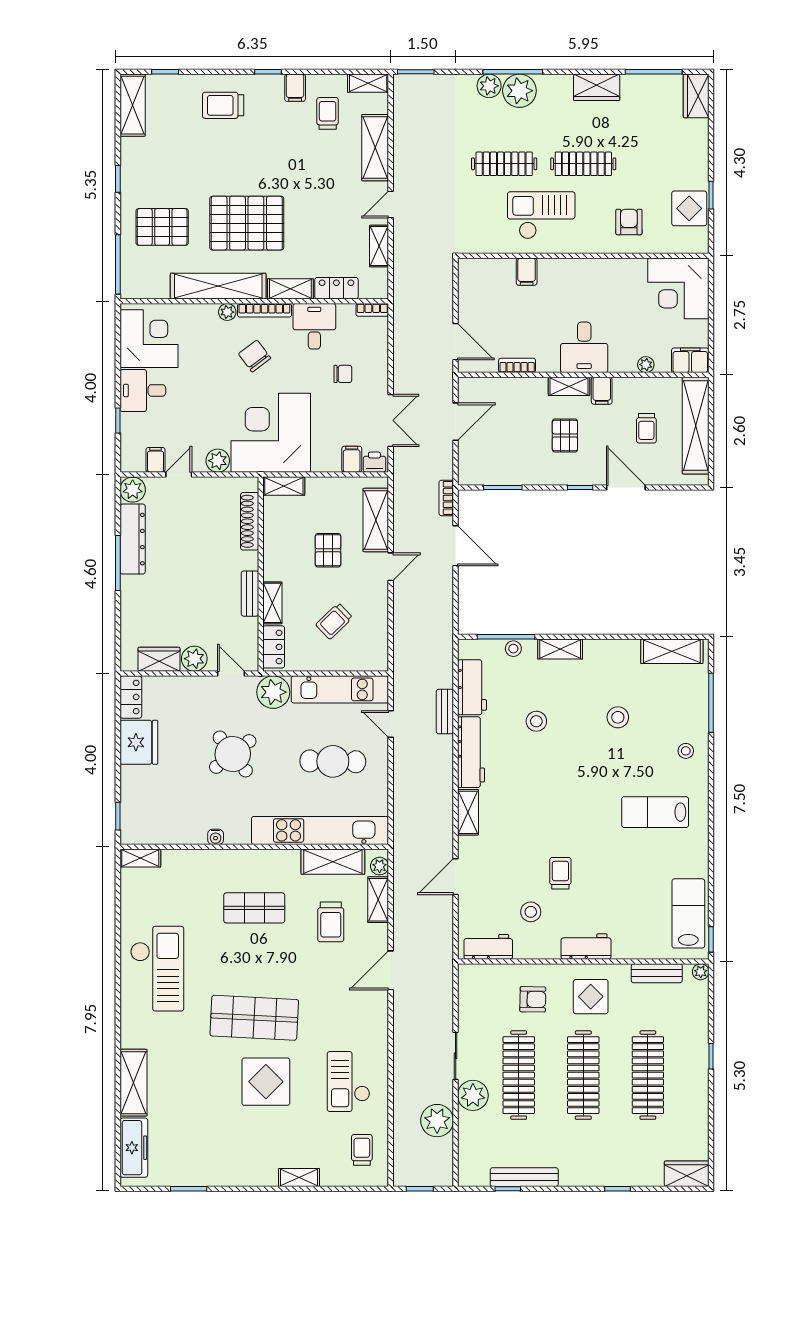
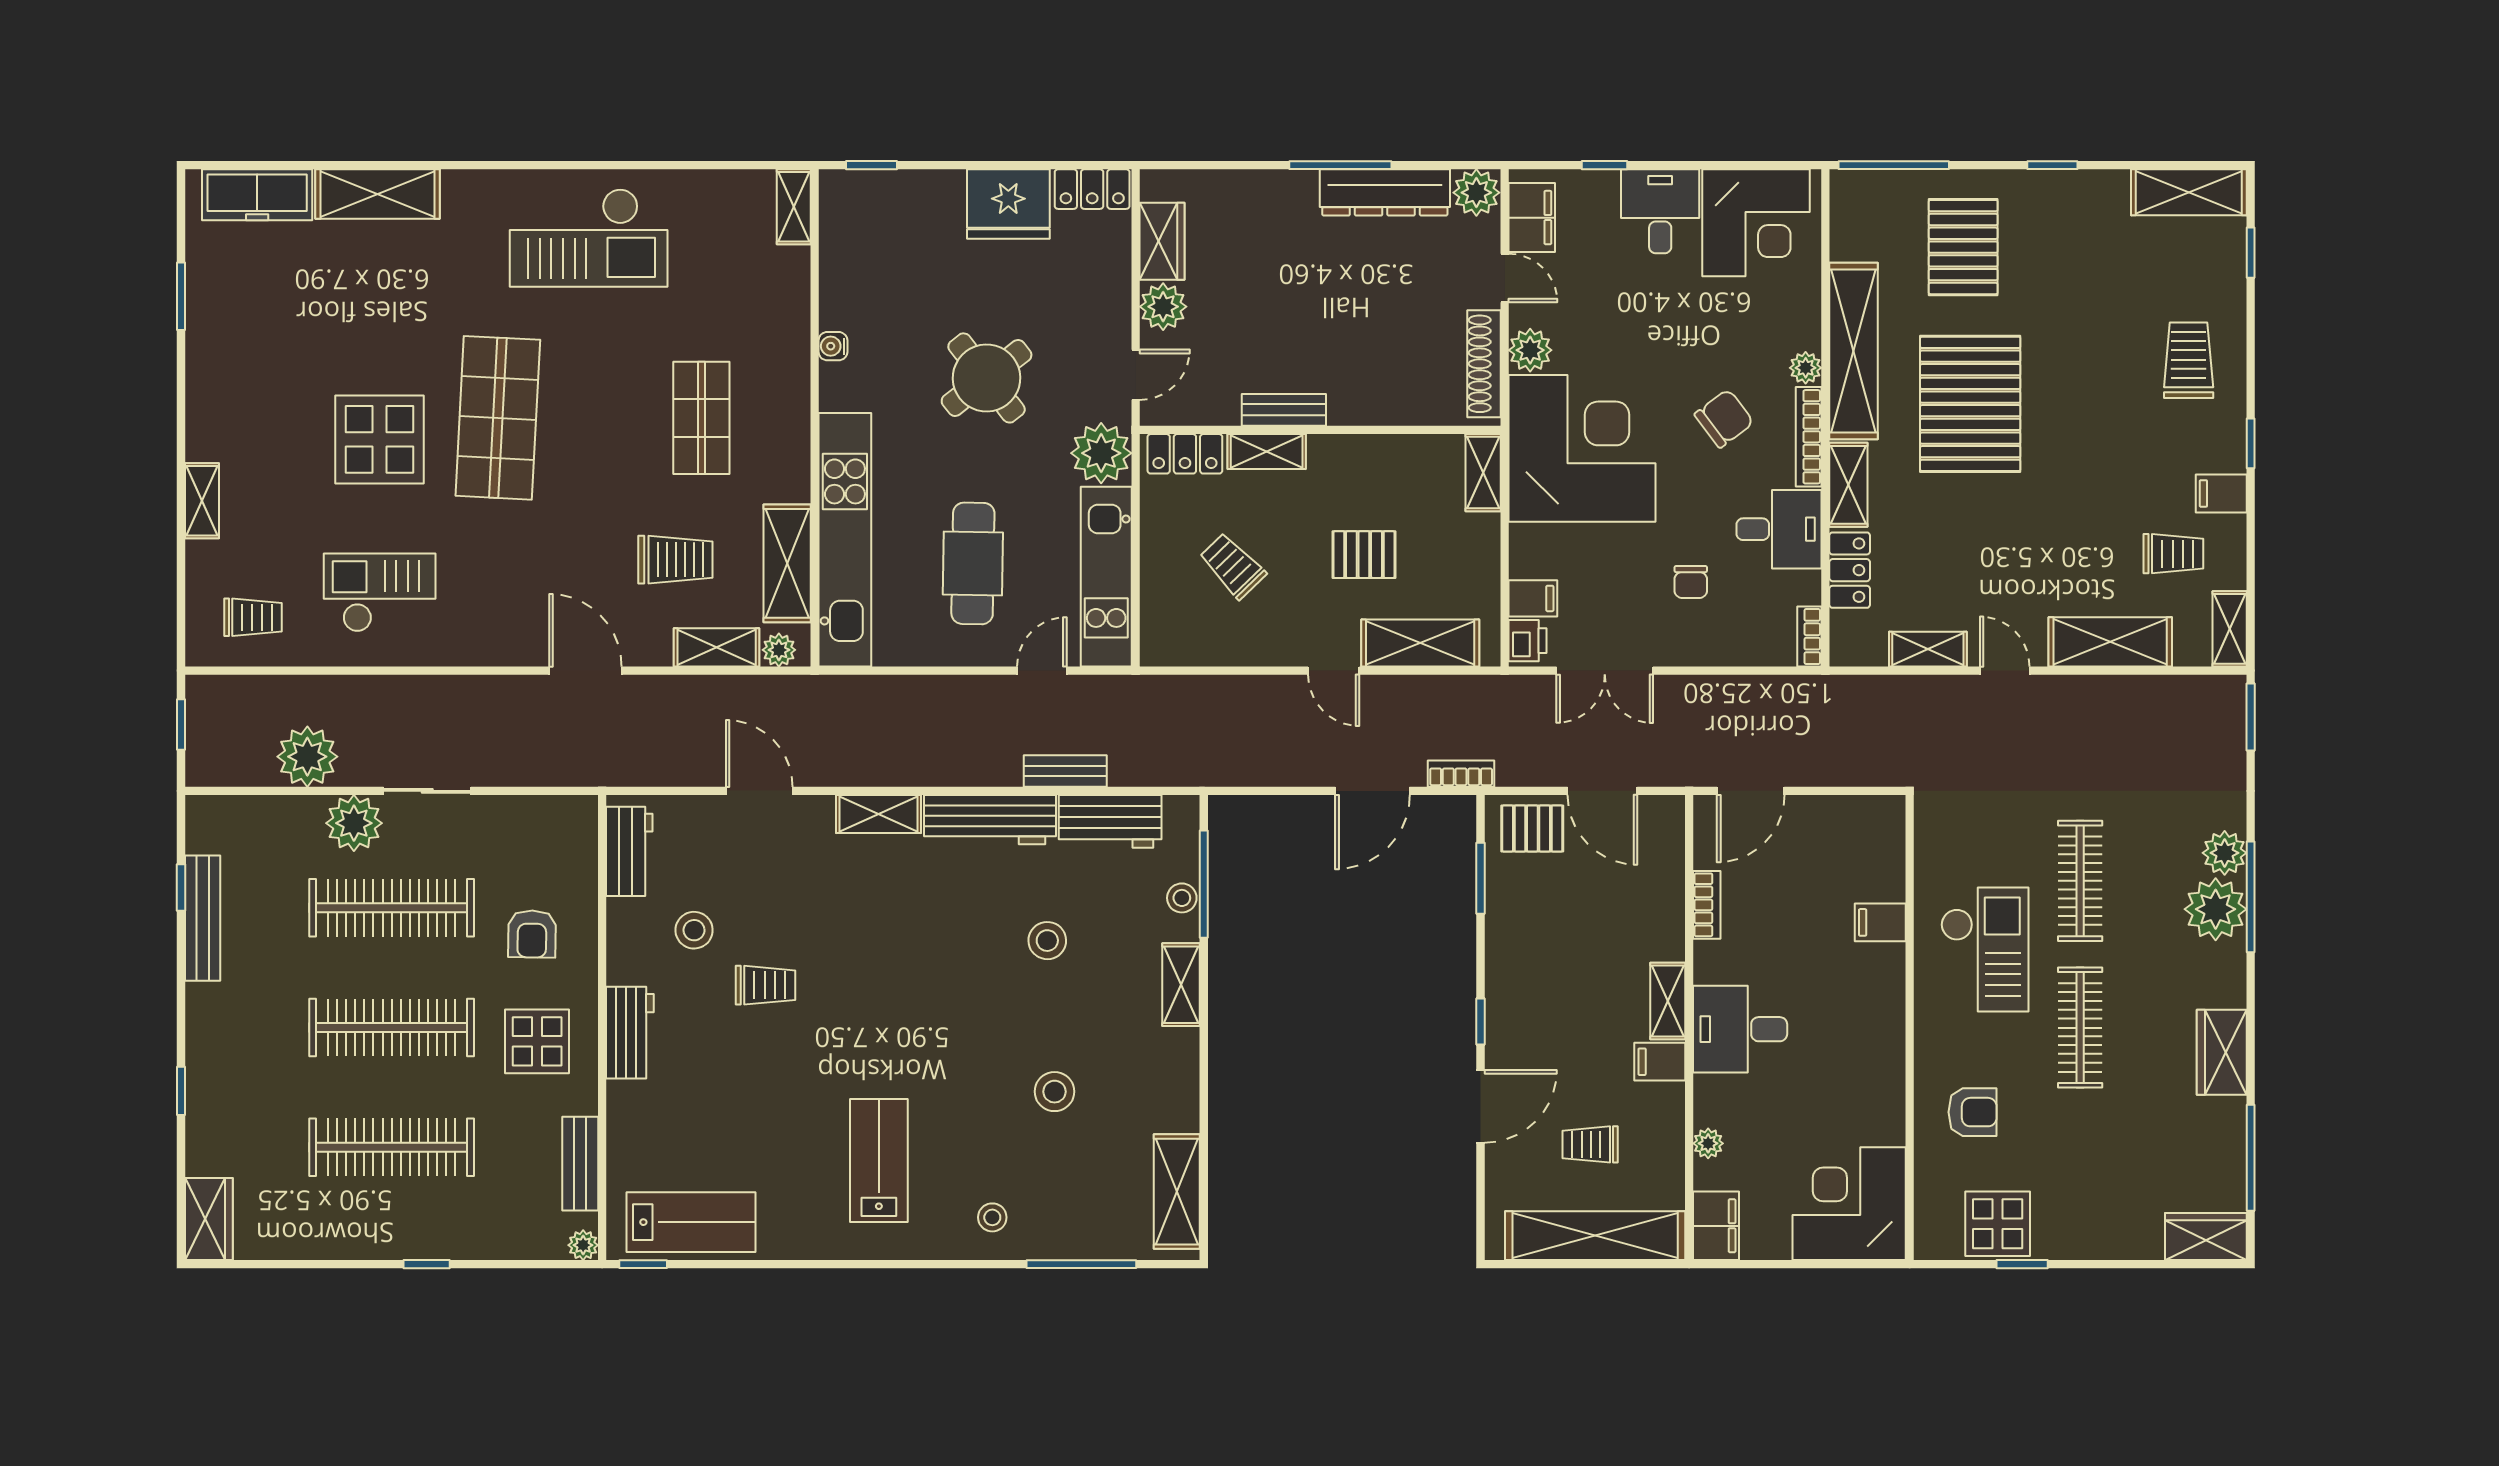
pallet: (565, 436) -> (1532, 828), moved
filing cabinet: (156, 460) -> (1532, 218), width x2.00
shoe rack: (250, 521) -> (1484, 364), moved, turned -90
trolley: (331, 922) -> (675, 560), turned 180

